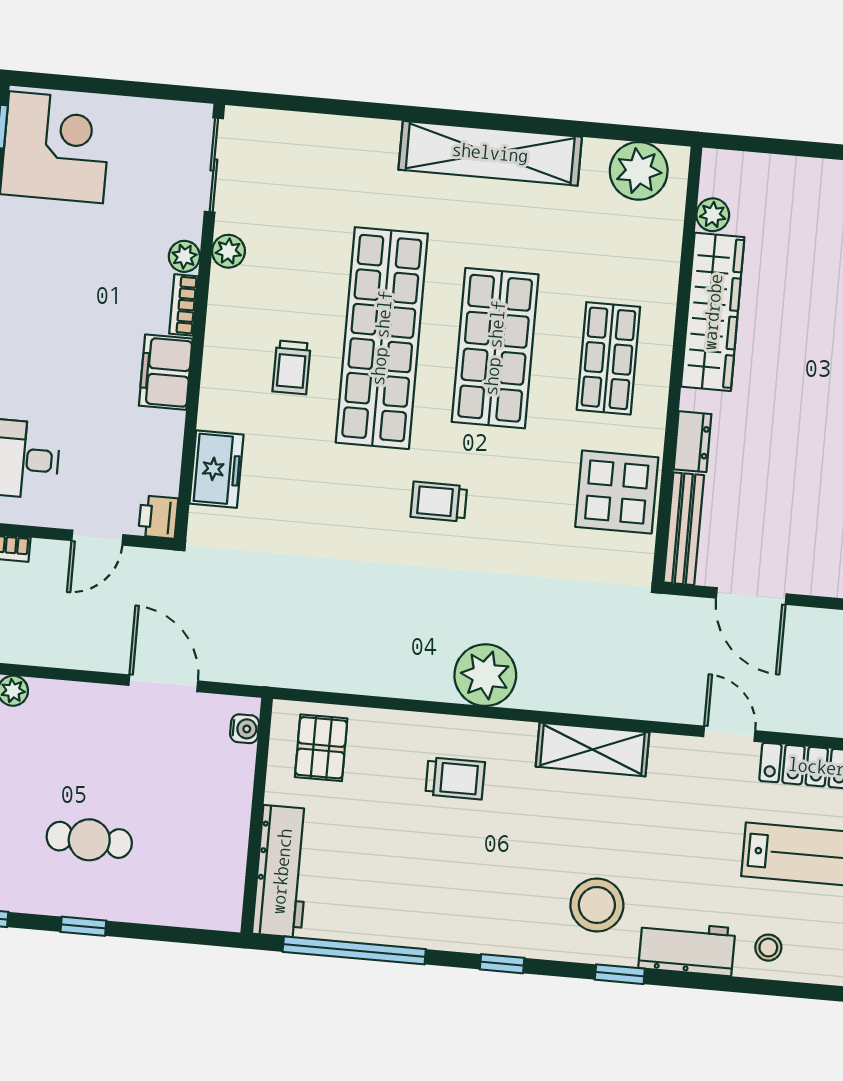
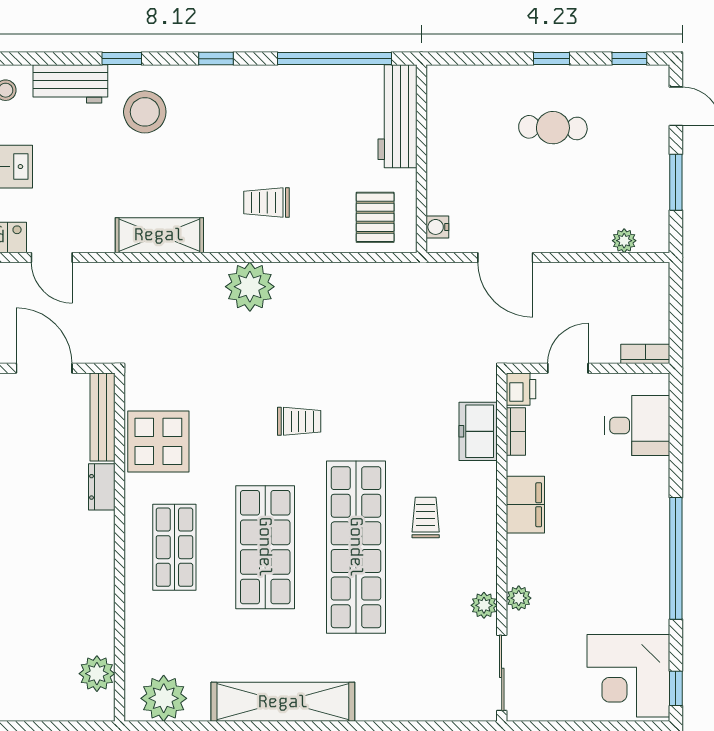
plant: (713, 215) -> (97, 674), width x1.38, depth x1.38
bookcase: (184, 305) -> (516, 432), moved
wardrobe: (713, 312) -> (95, 591), removed

